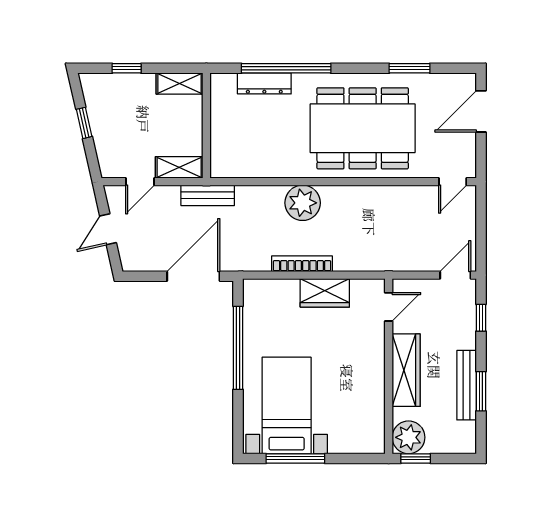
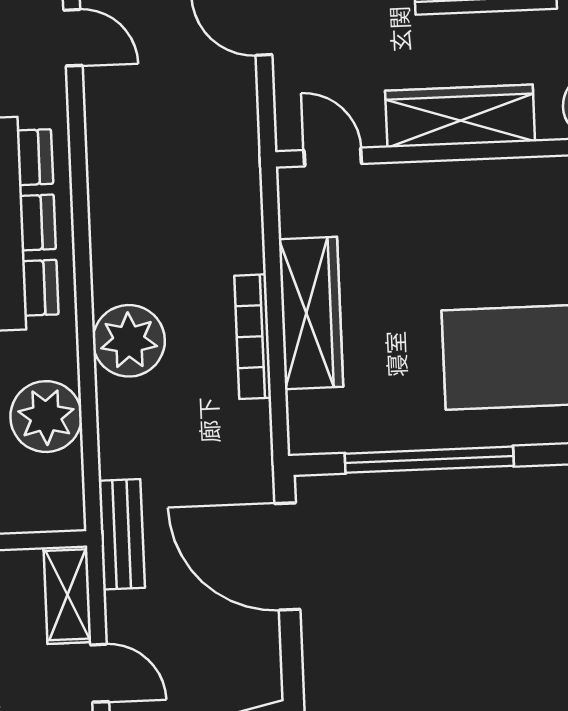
plant: (267, 161) -> (46, 417), added
wardrobe: (325, 293) -> (311, 313), width x1.50

